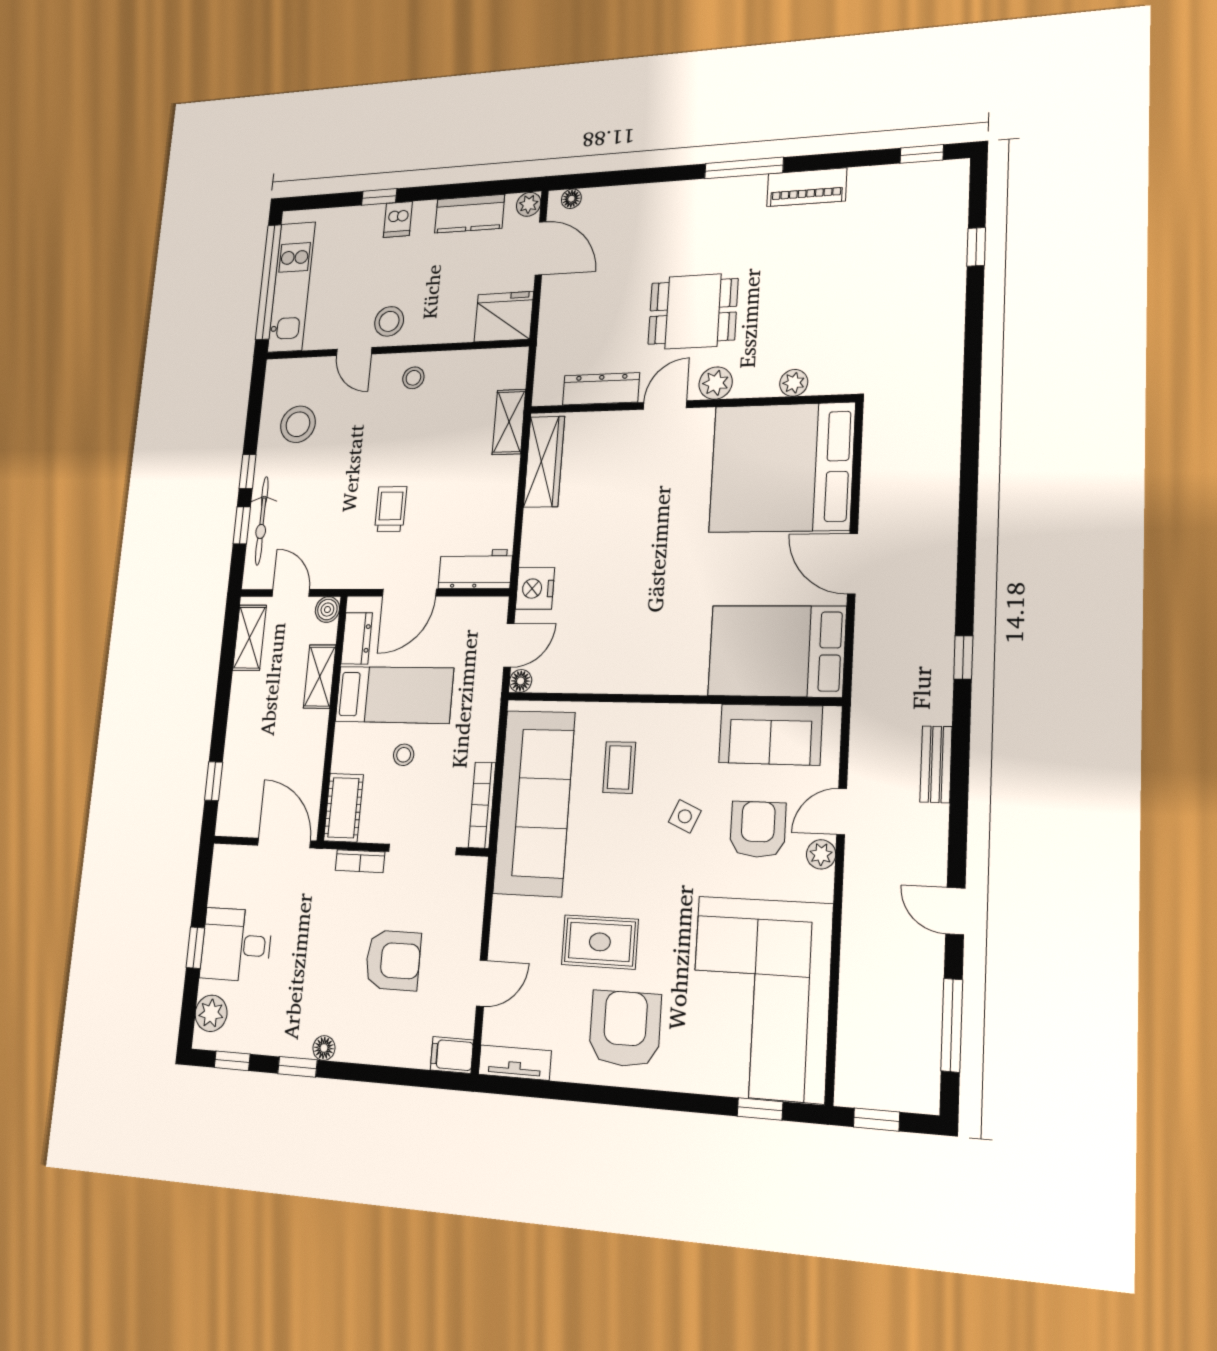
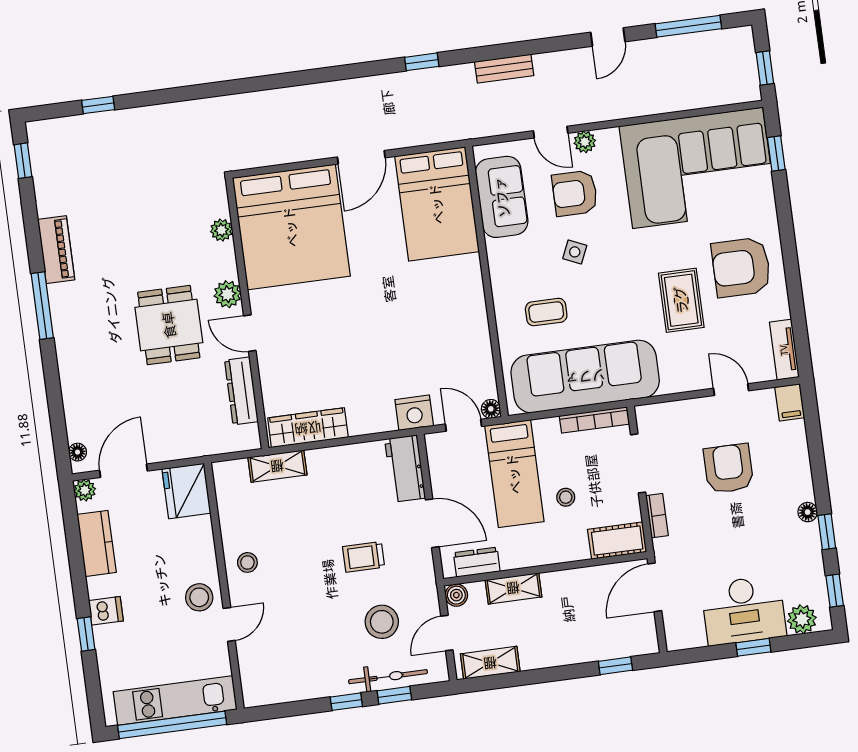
stool: (298, 424) -> (382, 622), moved
bed: (394, 695) -> (514, 474), moved, turned 180
desk: (236, 945) -> (744, 610), width x1.37

